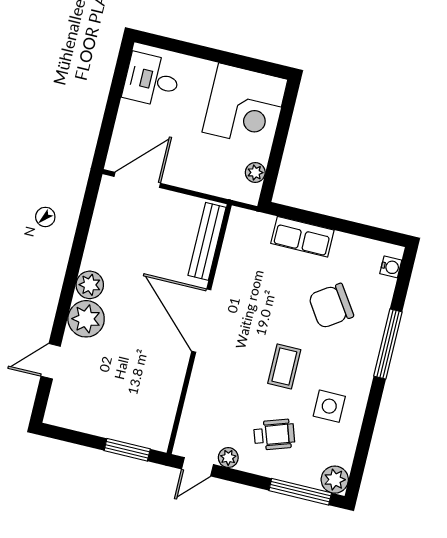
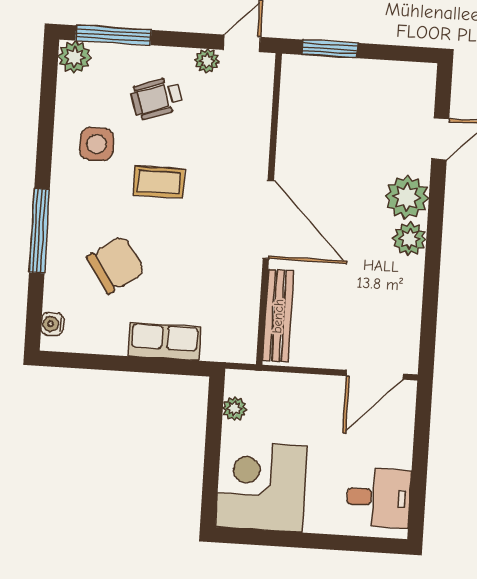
coffee table: (284, 366) -> (159, 182), turned 90

